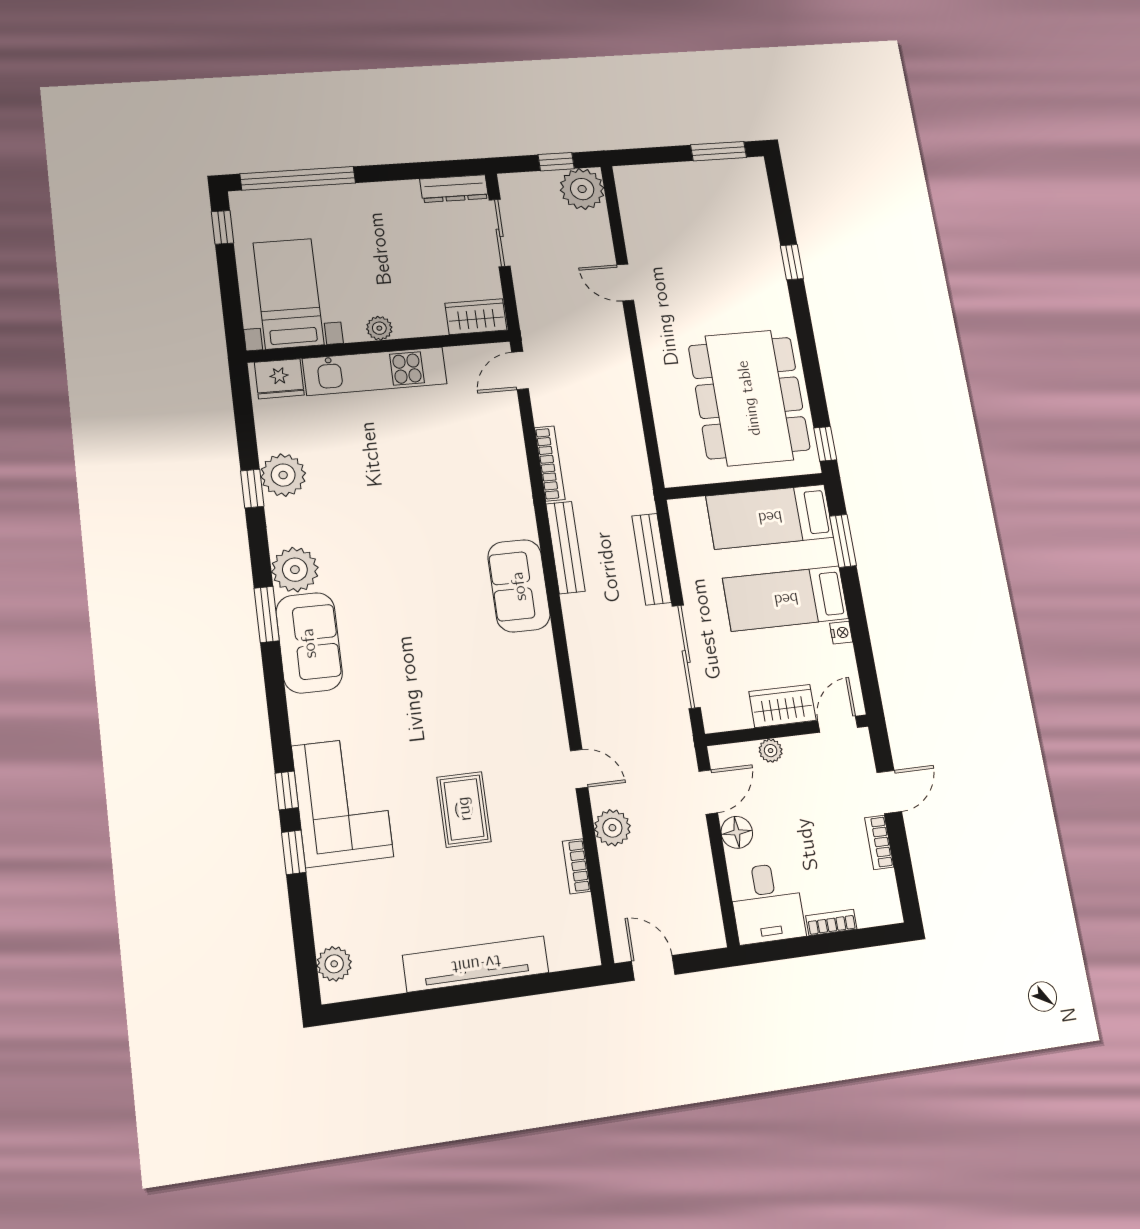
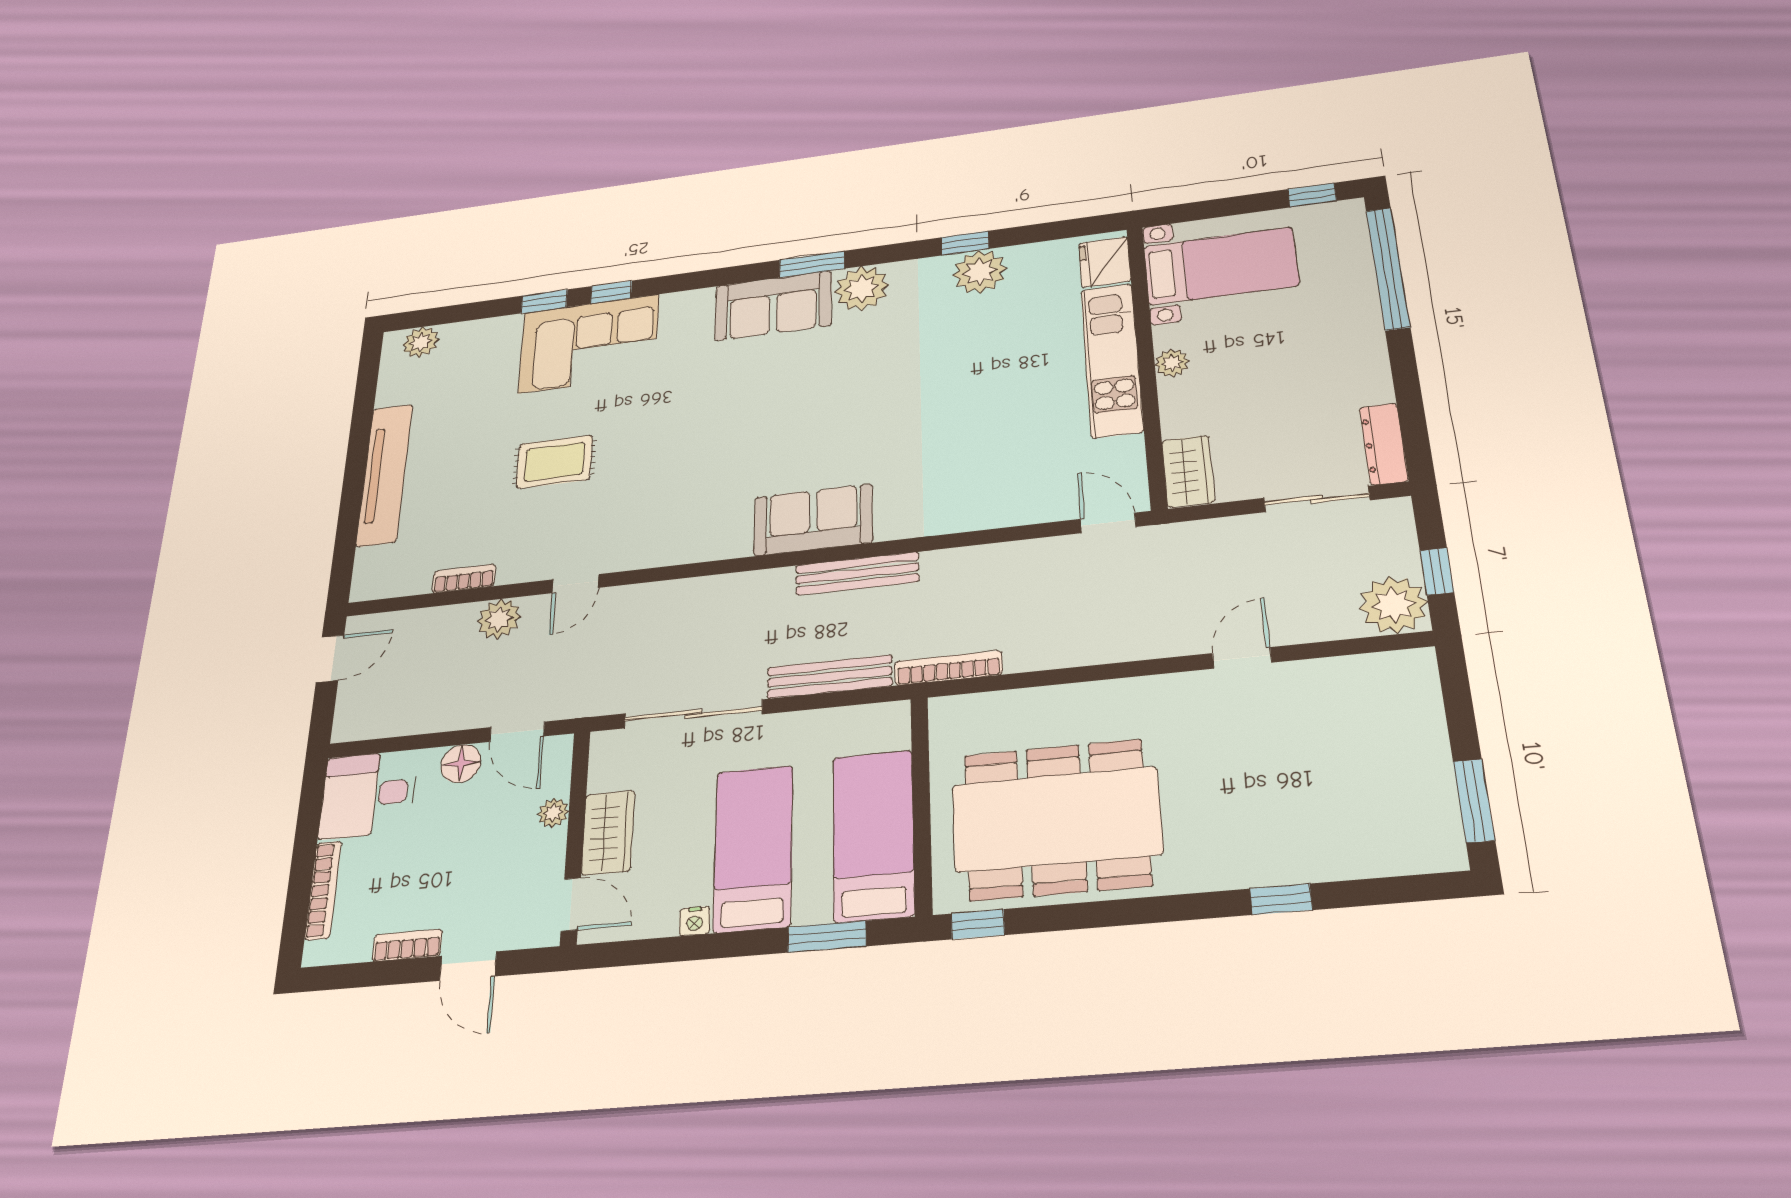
bookcase: (550, 463) -> (948, 668), moved, turned 180
bookcase: (831, 922) -> (323, 890), width x1.56

